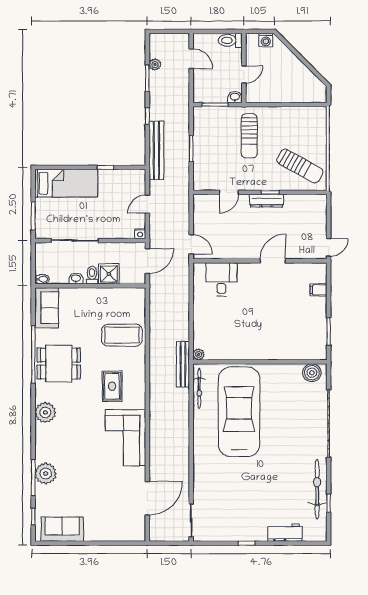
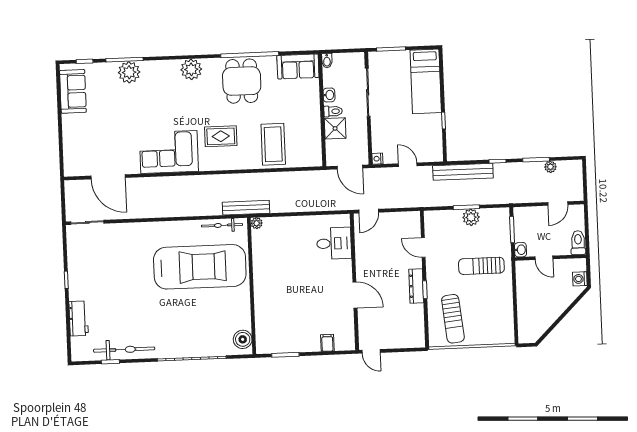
plant: (201, 144) -> (471, 217), added
sun lounger: (300, 166) -> (453, 319), turned -35

